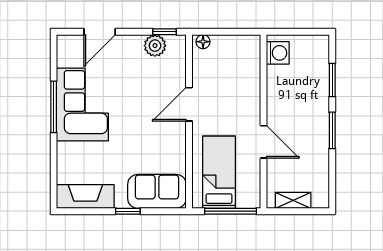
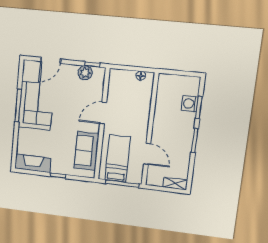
floor lamp: (203, 42) -> (141, 76), moved
washing machine: (278, 53) -> (190, 104), moved, turned 180
door: (264, 142) -> (147, 154), moved
sofa: (157, 191) -> (87, 151), moved, turned -90
shelving: (293, 200) -> (175, 184), moved

